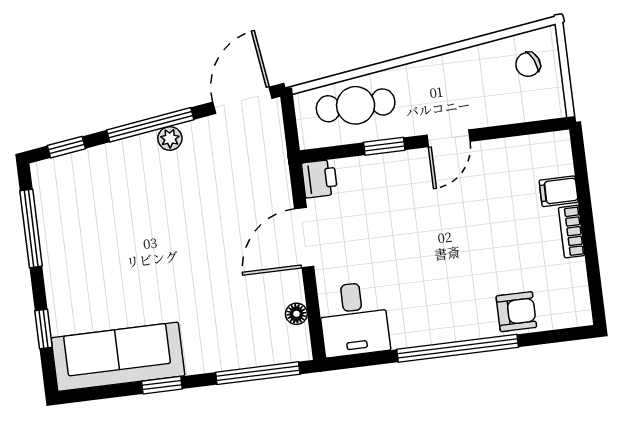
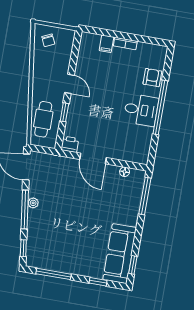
desk: (354, 319) -> (141, 110), moved
window: (162, 385) -> (133, 265), moved

